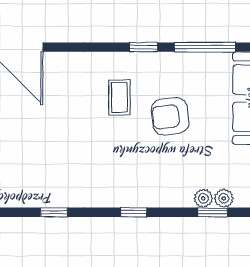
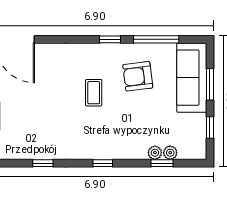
coffee table: (119, 97) -> (94, 93), moved
armchair: (170, 116) -> (138, 76), moved

